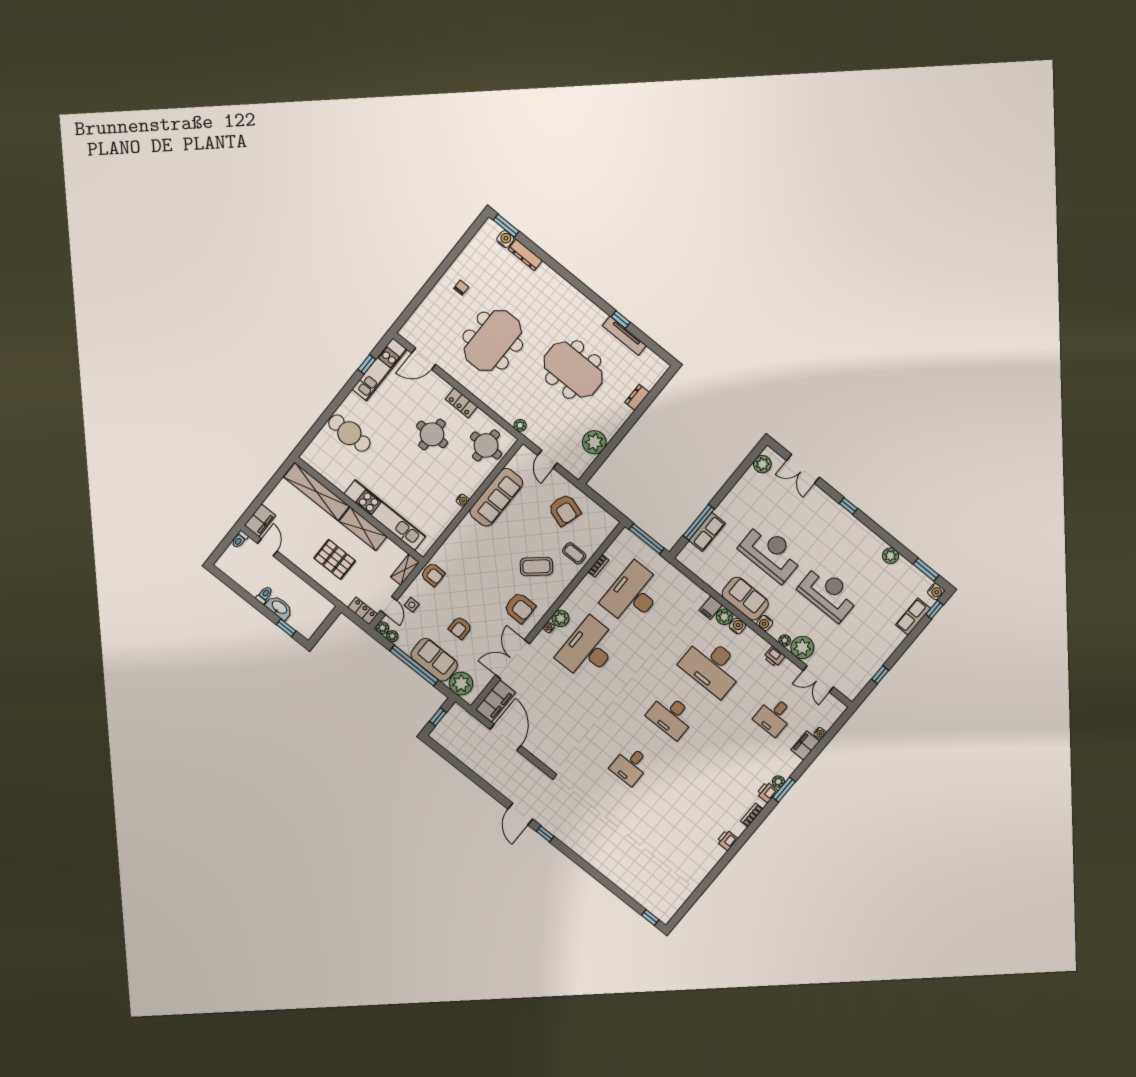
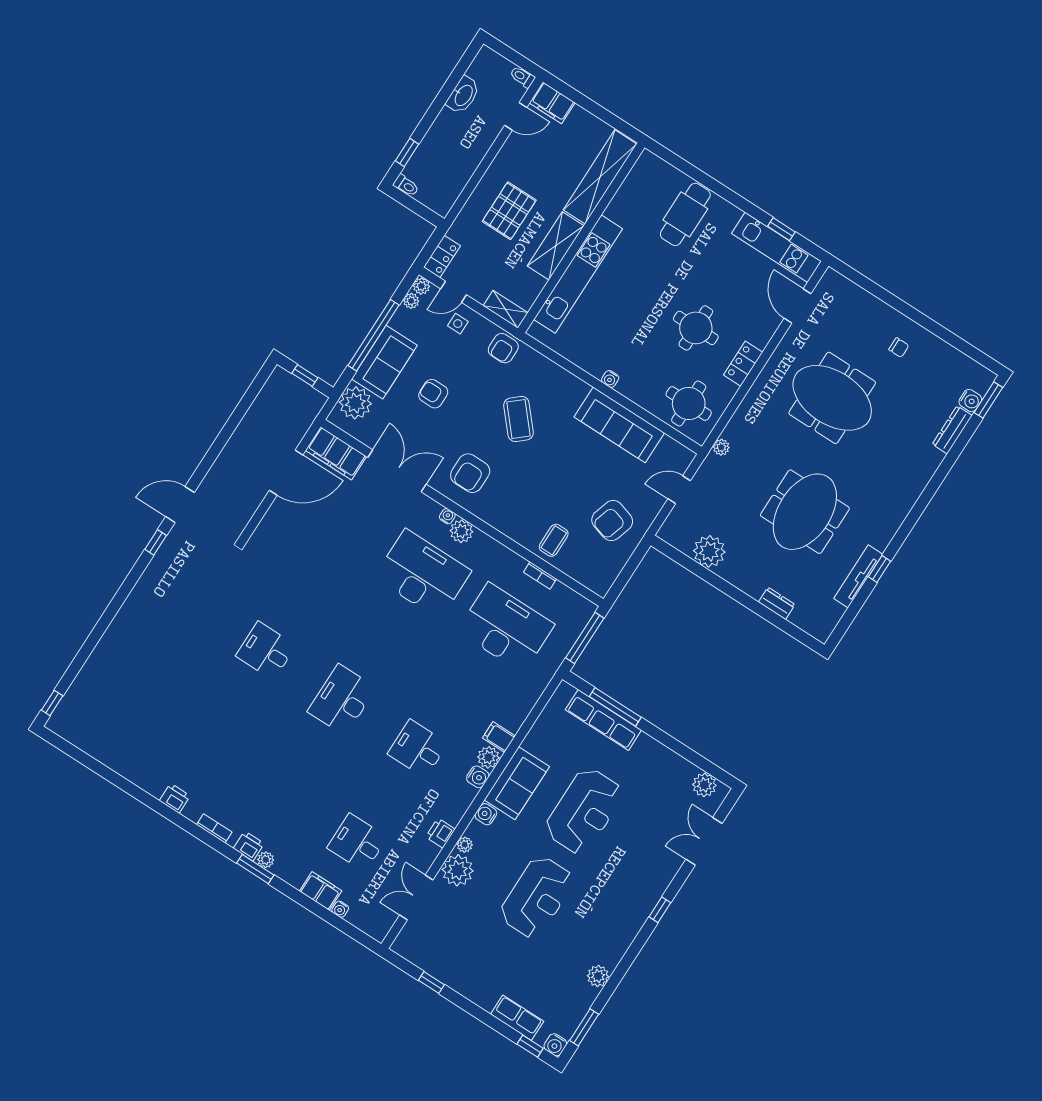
row of seats: (707, 532) -> (603, 720), width x1.48
coffee table: (536, 567) -> (519, 419), moved
toilet: (264, 595) -> (406, 186), moved
washbasin: (279, 607) -> (463, 95), moved
desk: (712, 666) -> (418, 749), width x0.53, depth x0.77

